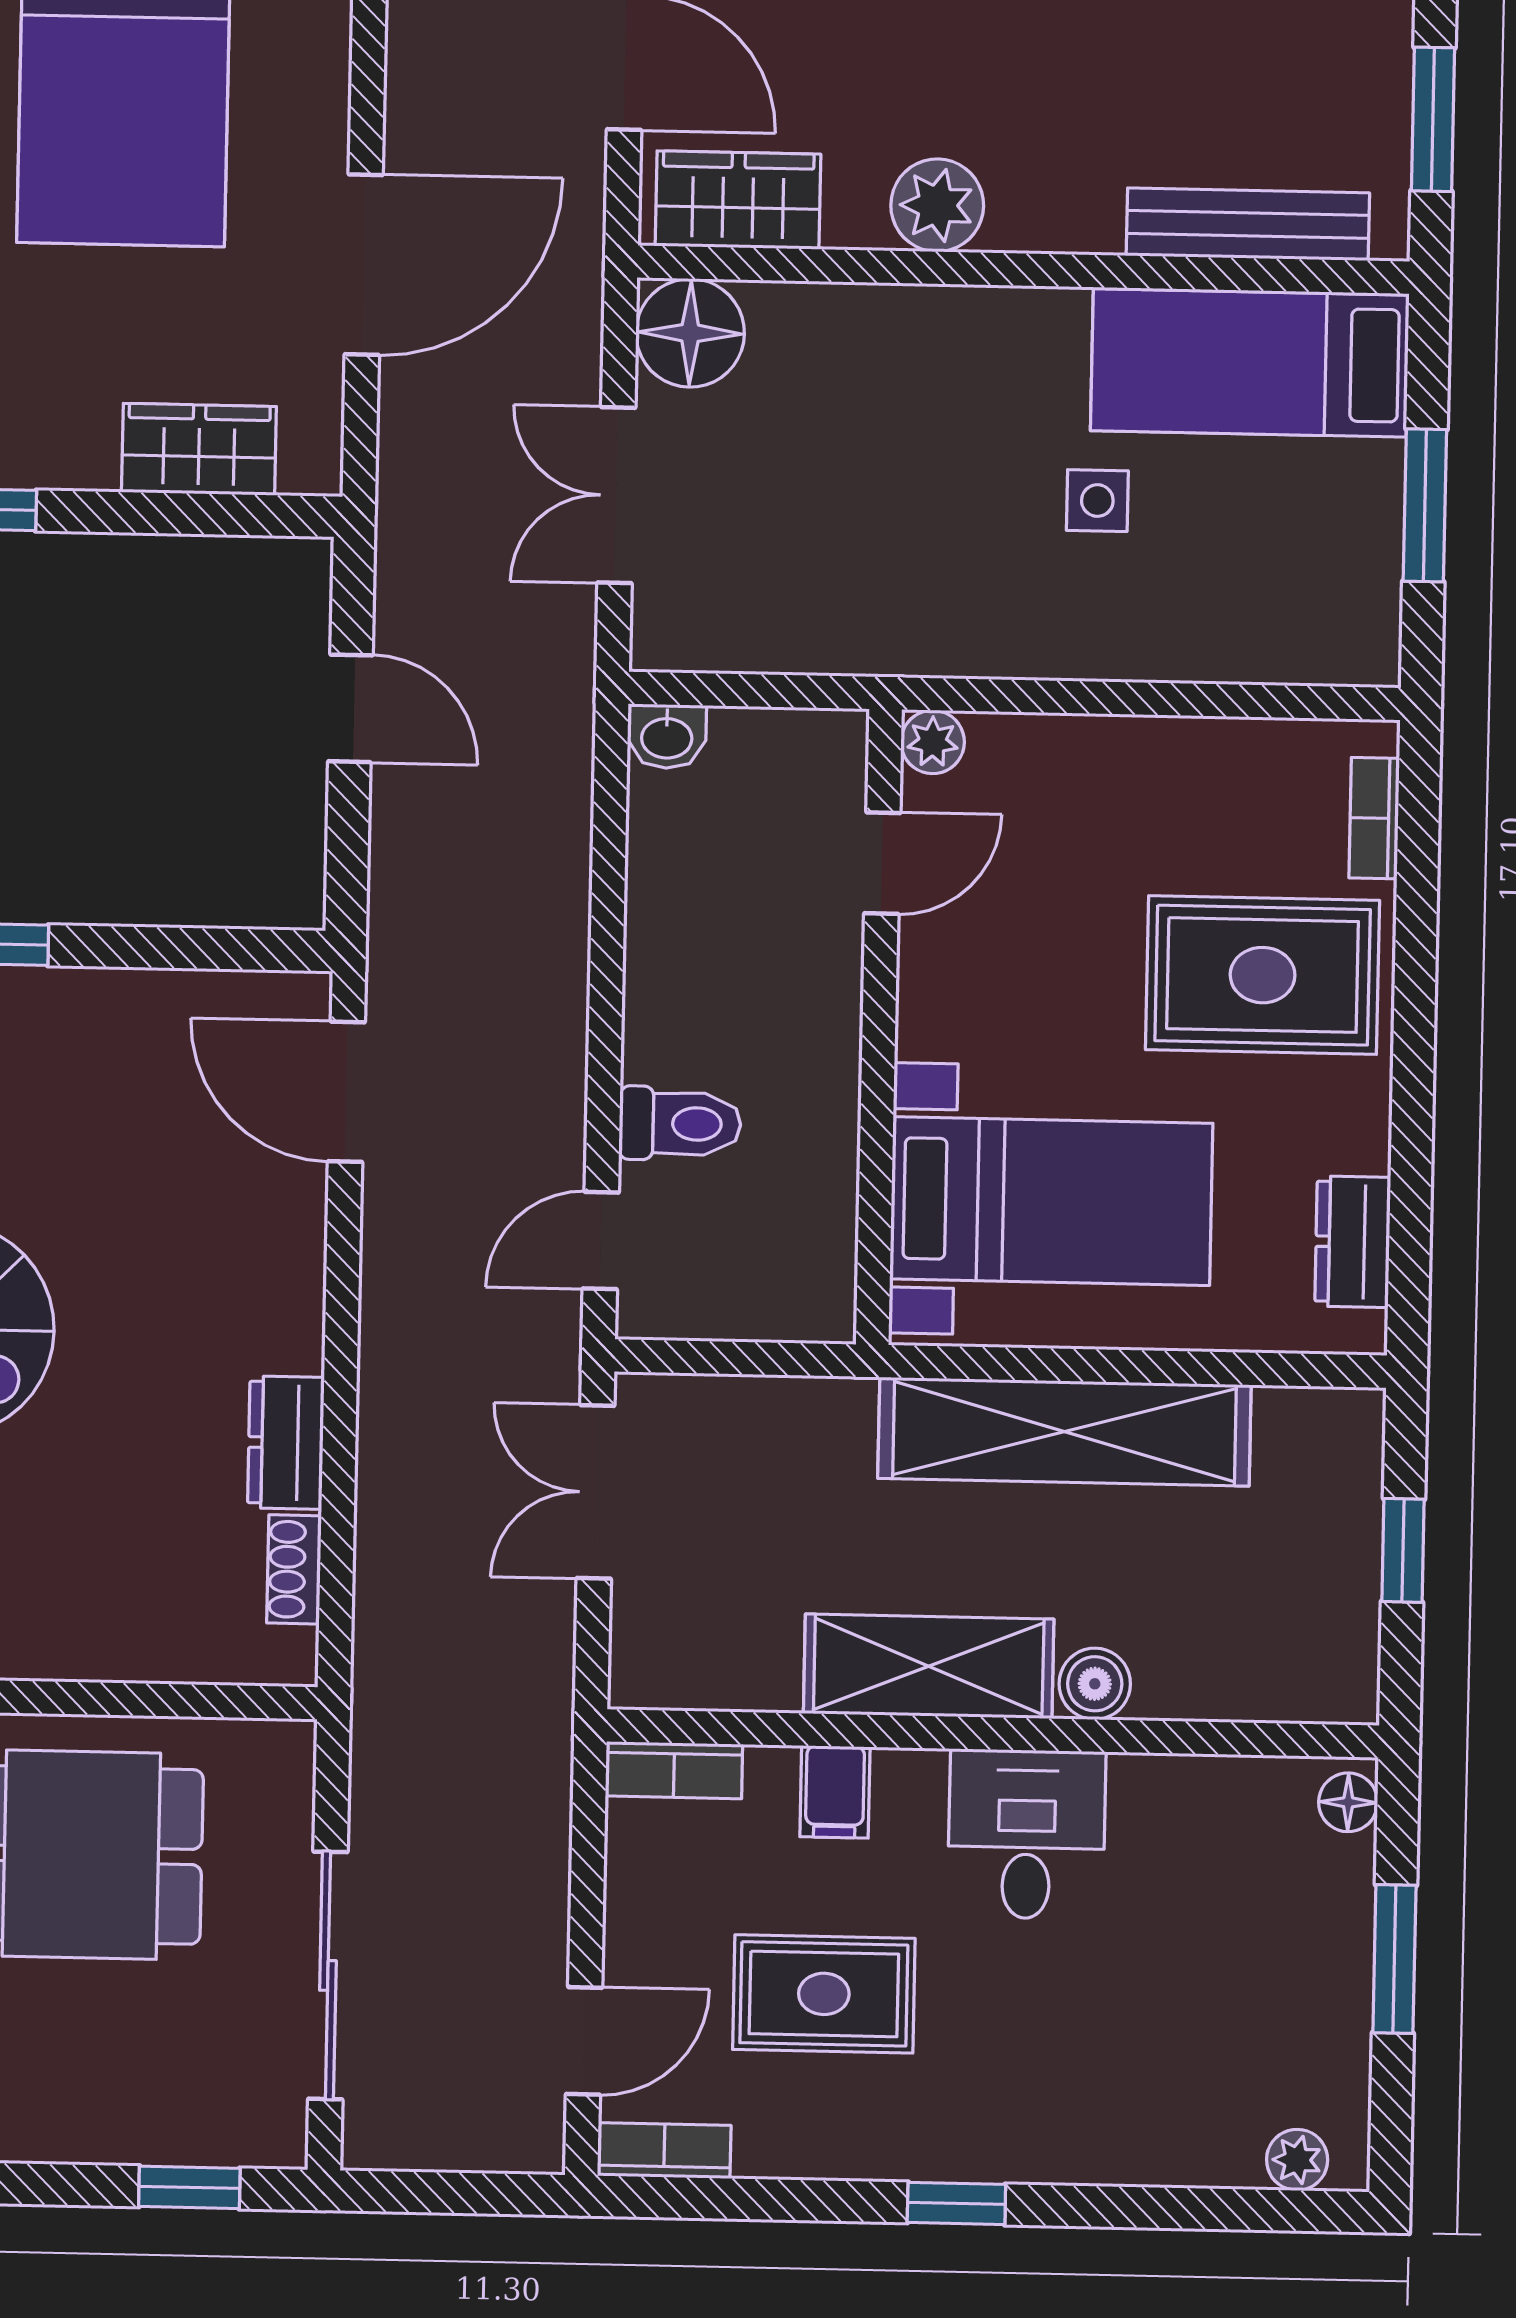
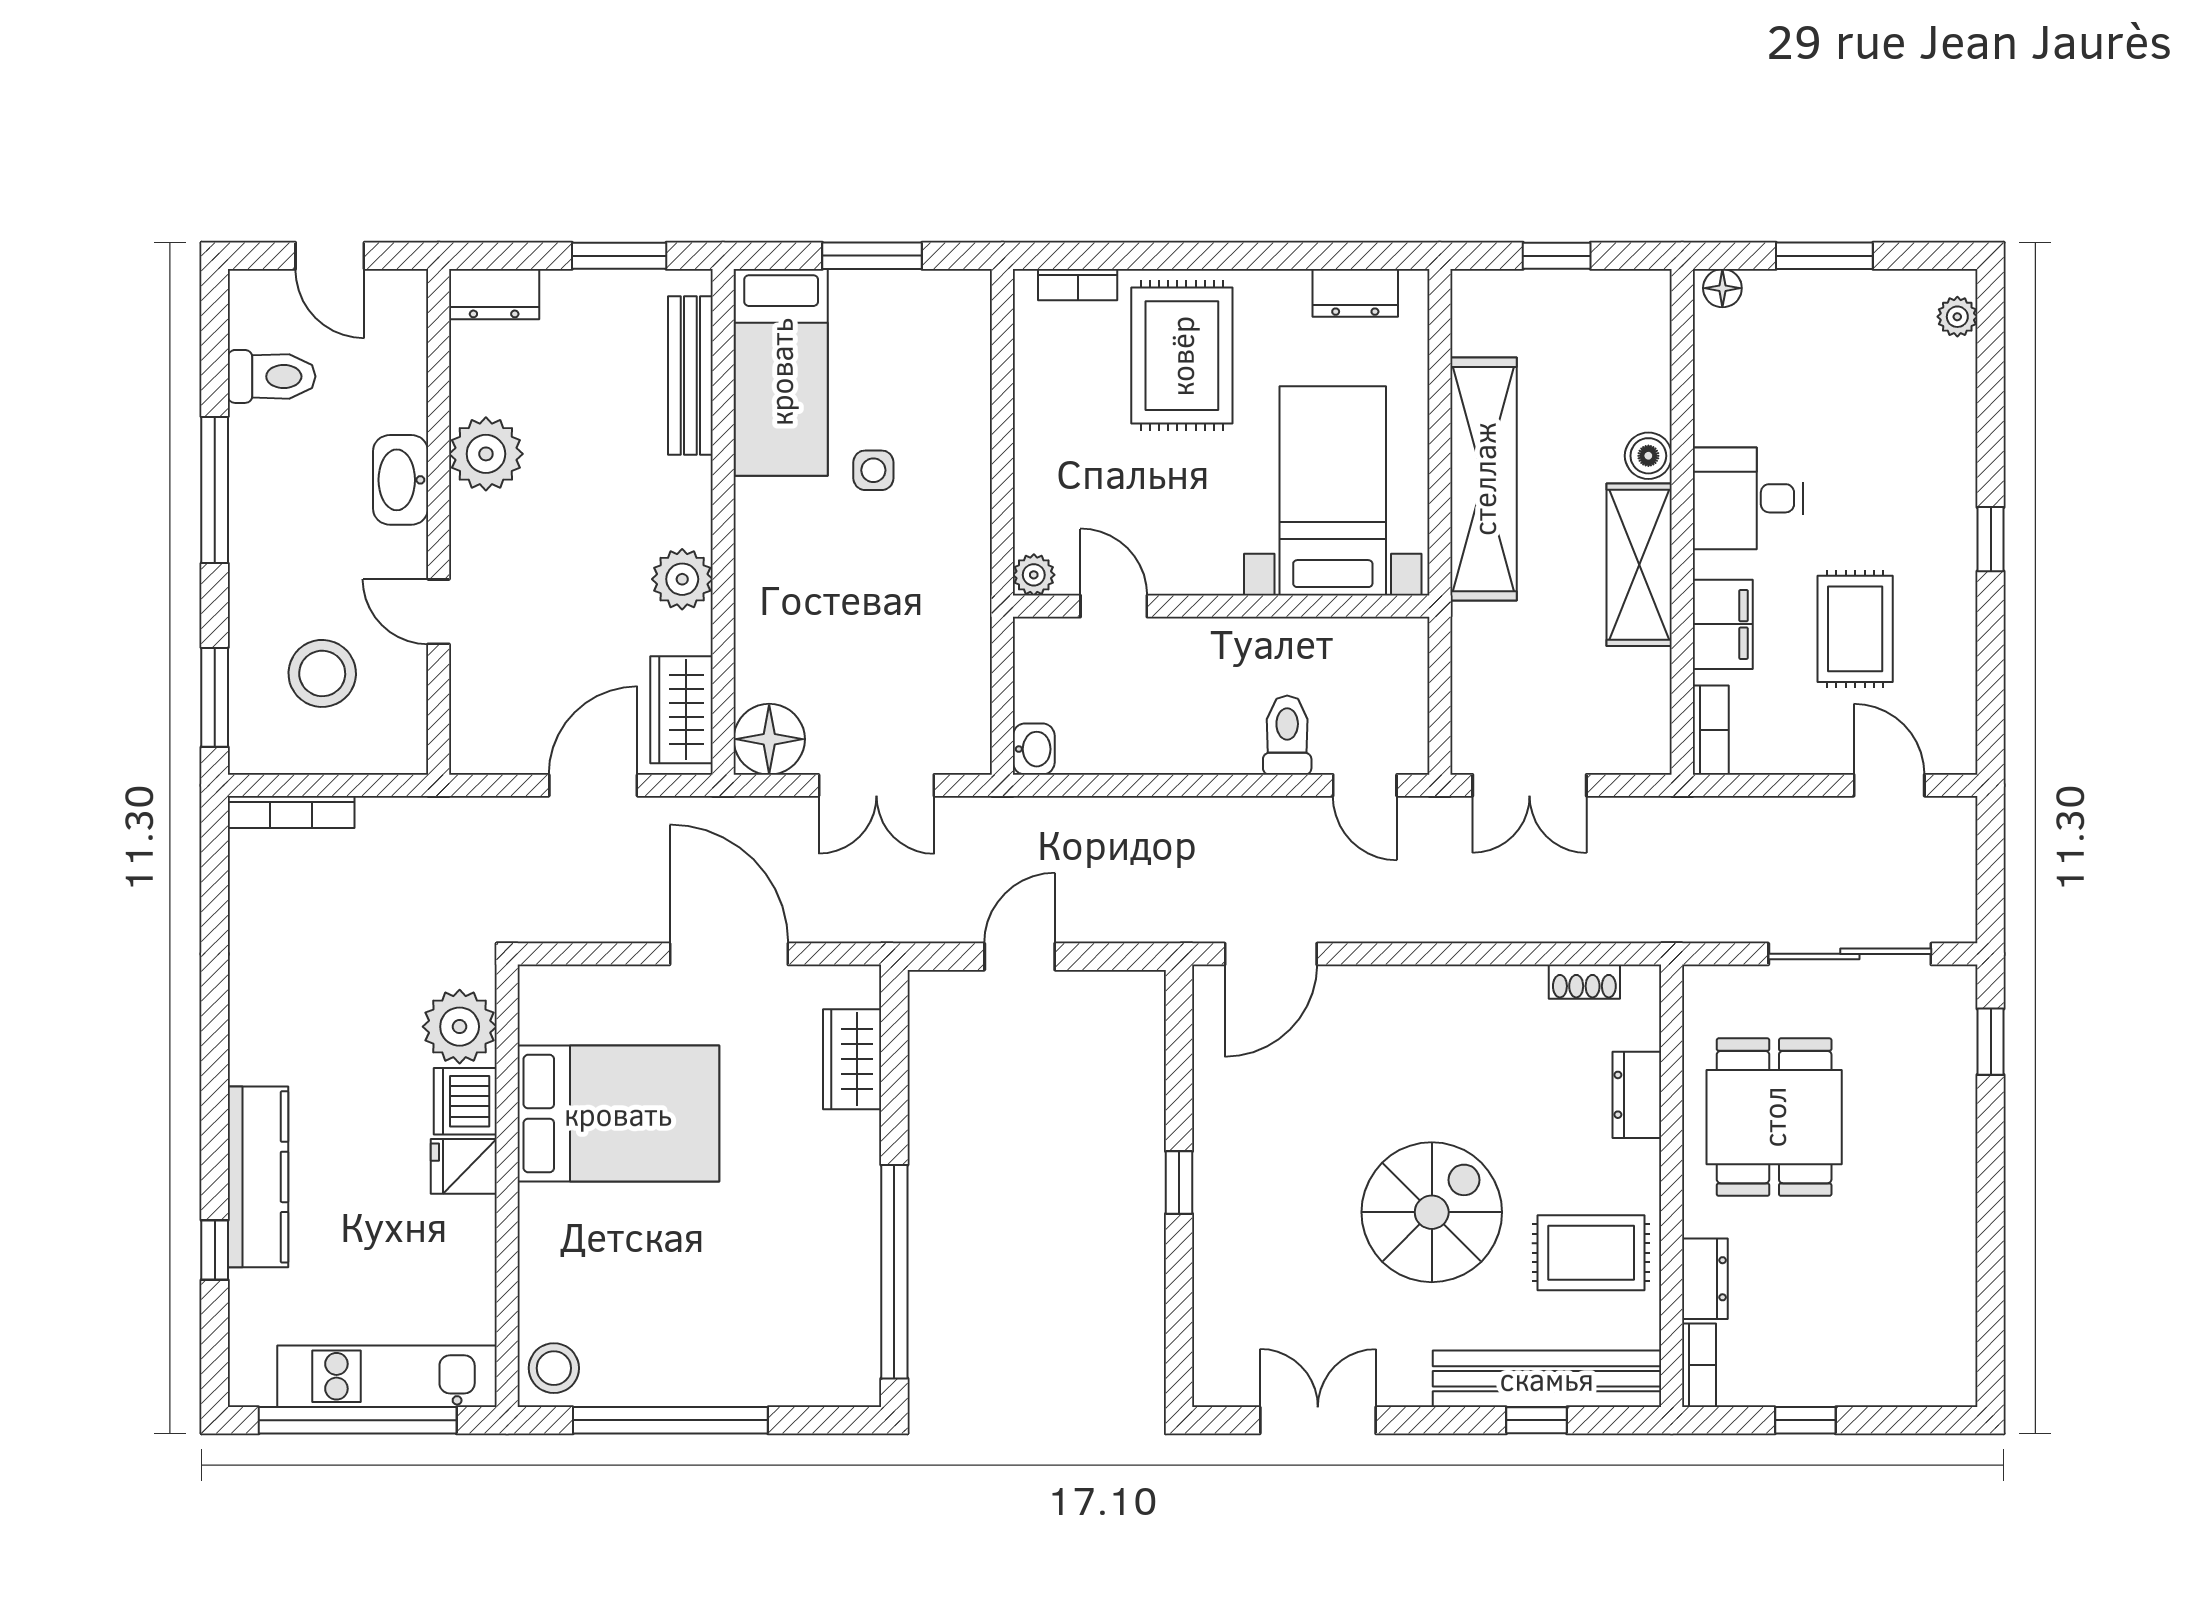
dresser: (286, 1443) -> (1637, 1095), moved, turned 90
filing cabinet: (835, 1792) -> (1723, 624), width x2.00
bookcase: (664, 2151) -> (1960, 731), removed

